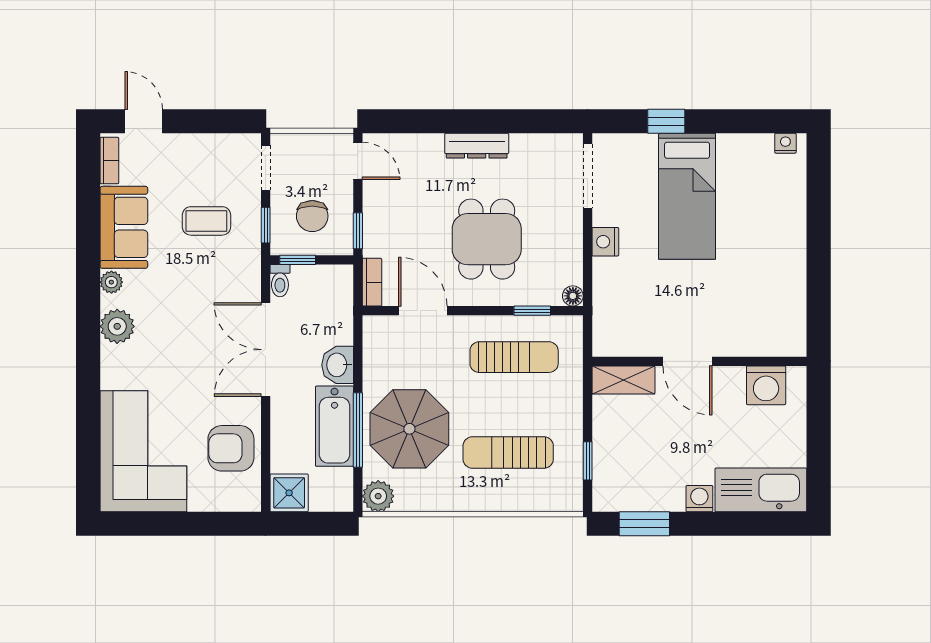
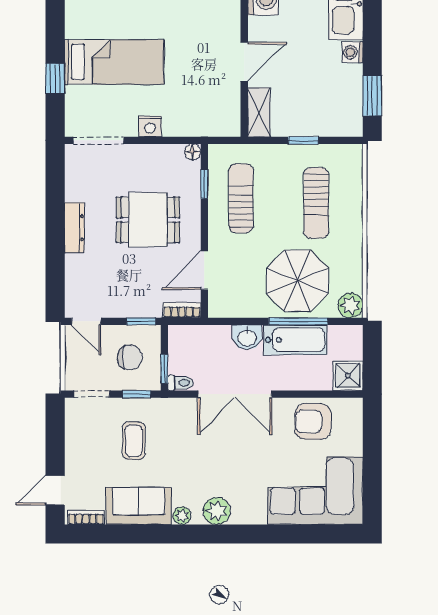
door: (358, 161) -> (86, 321), swing flipped
armchair: (231, 448) -> (313, 421), turned 90
window: (588, 461) -> (303, 140), moved

